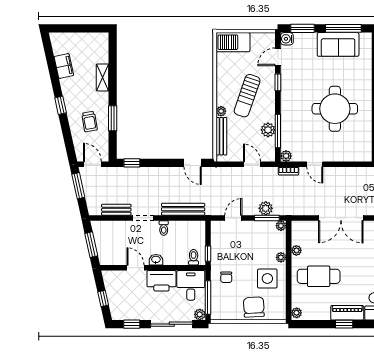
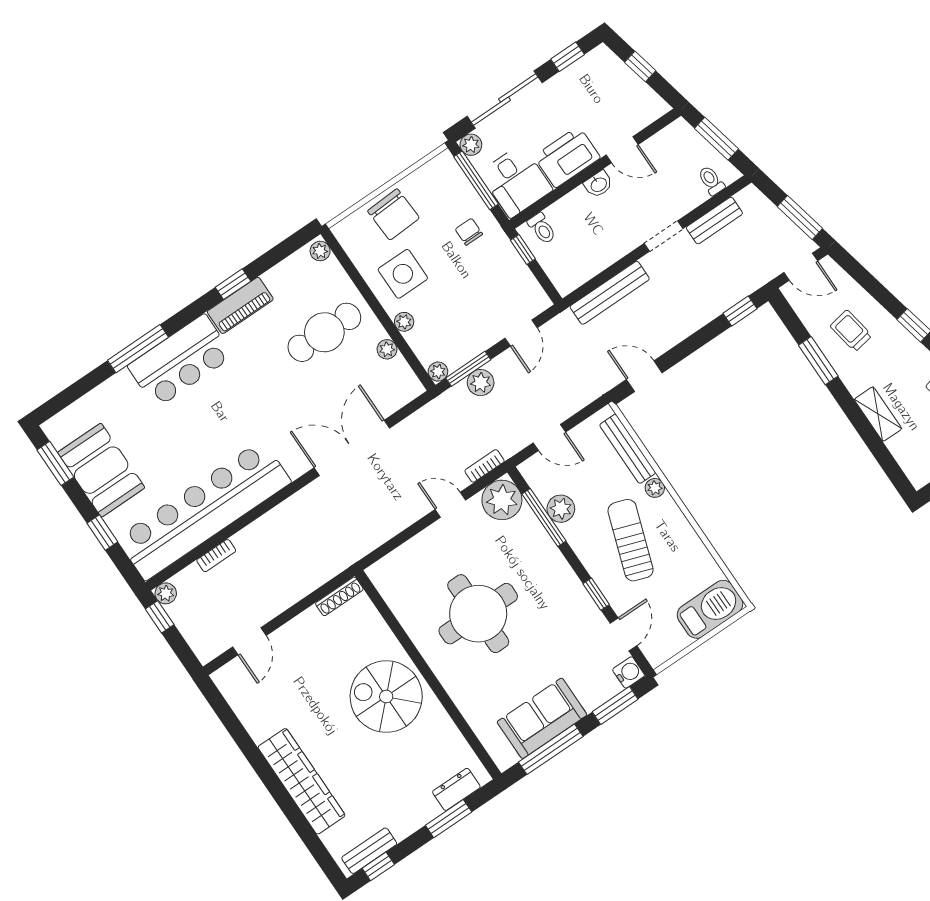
plant: (286, 156) -> (502, 500), width x1.88, depth x1.88
toilet: (164, 228) -> (711, 181), moved

